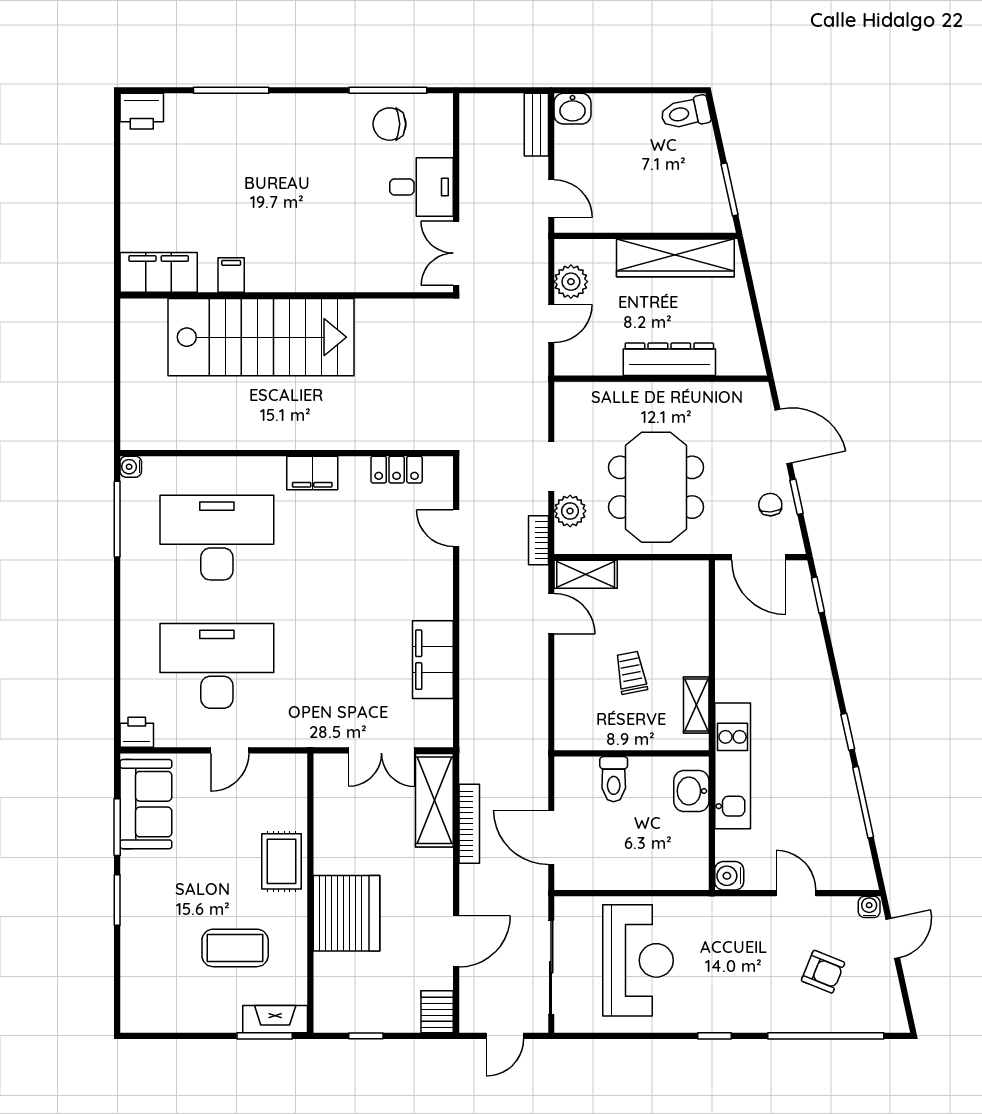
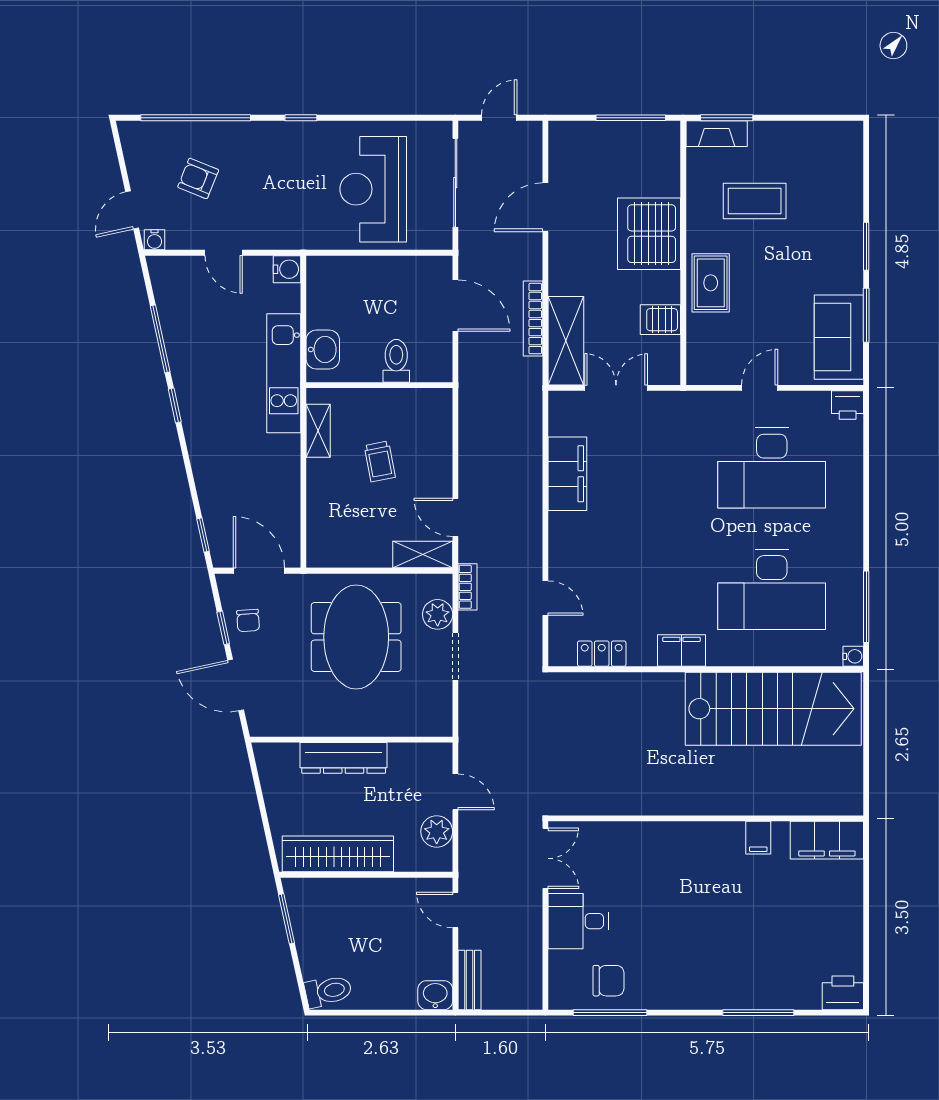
door: (551, 323) -> (455, 792), swing flipped
stairs: (261, 337) -> (773, 709), moved, turned 180
server rack: (437, 1012) -> (660, 320), moved, turned 90
window: (366, 1036) -> (631, 118), width x2.17

